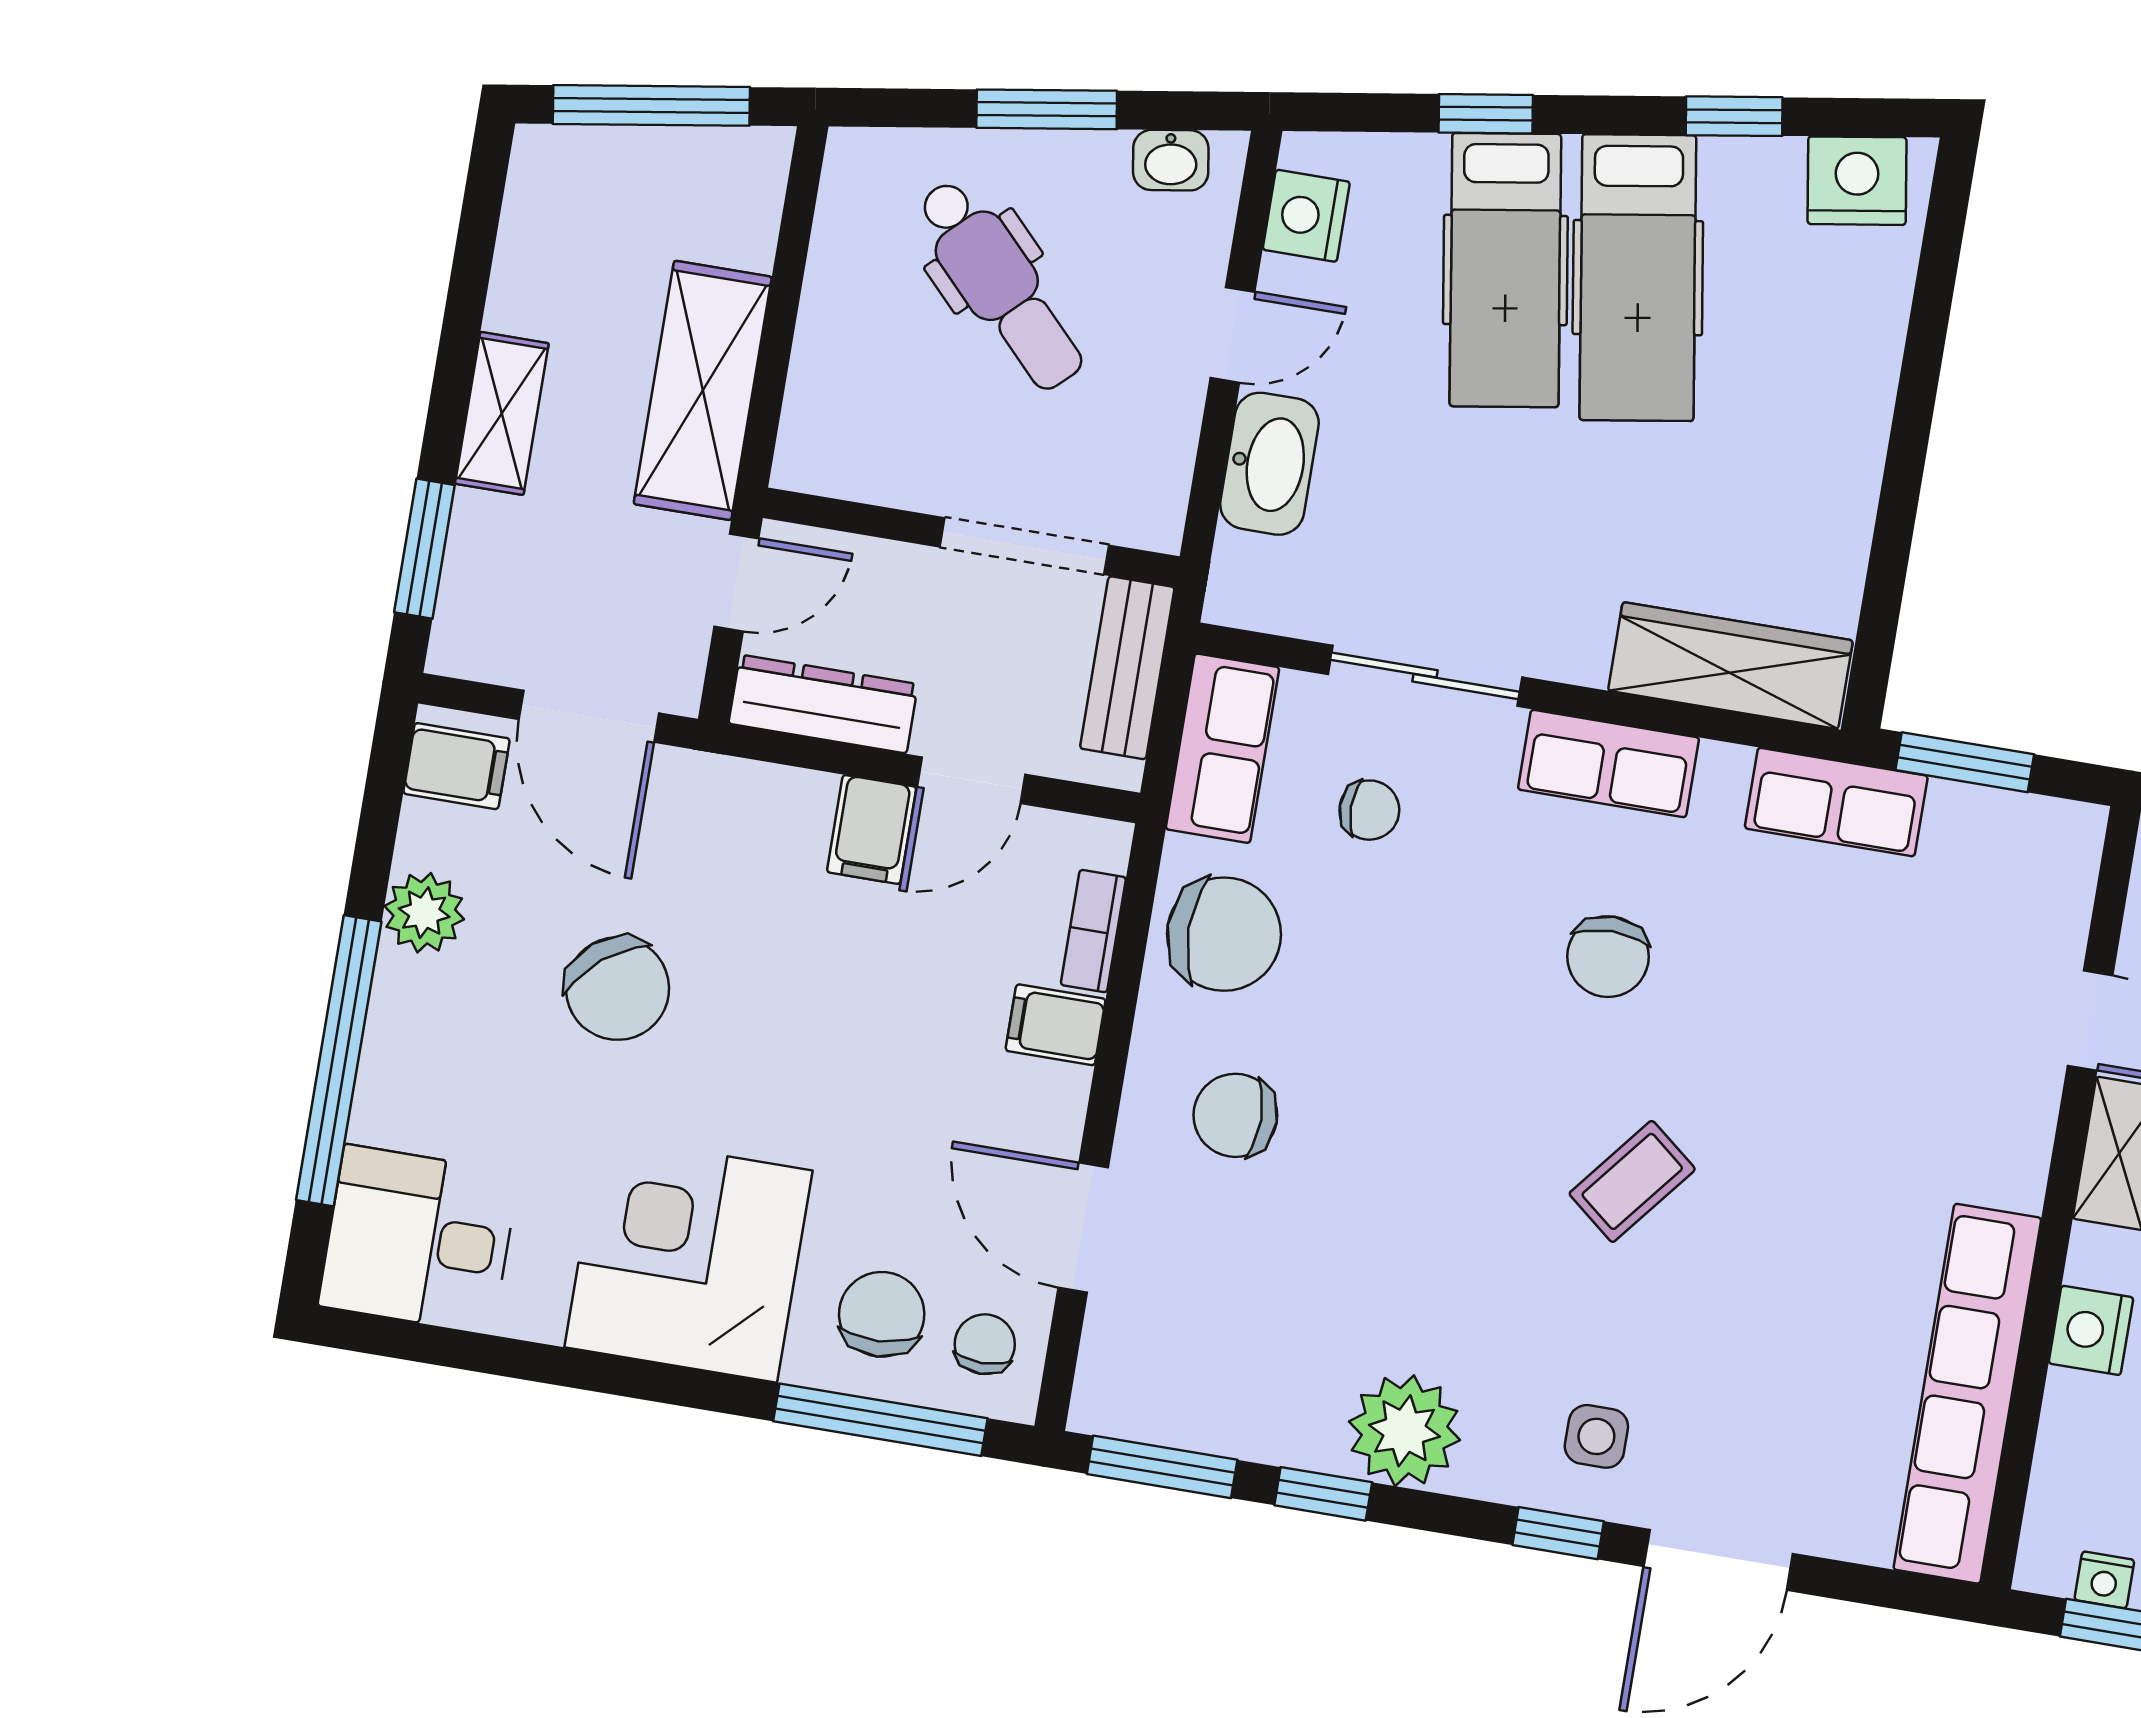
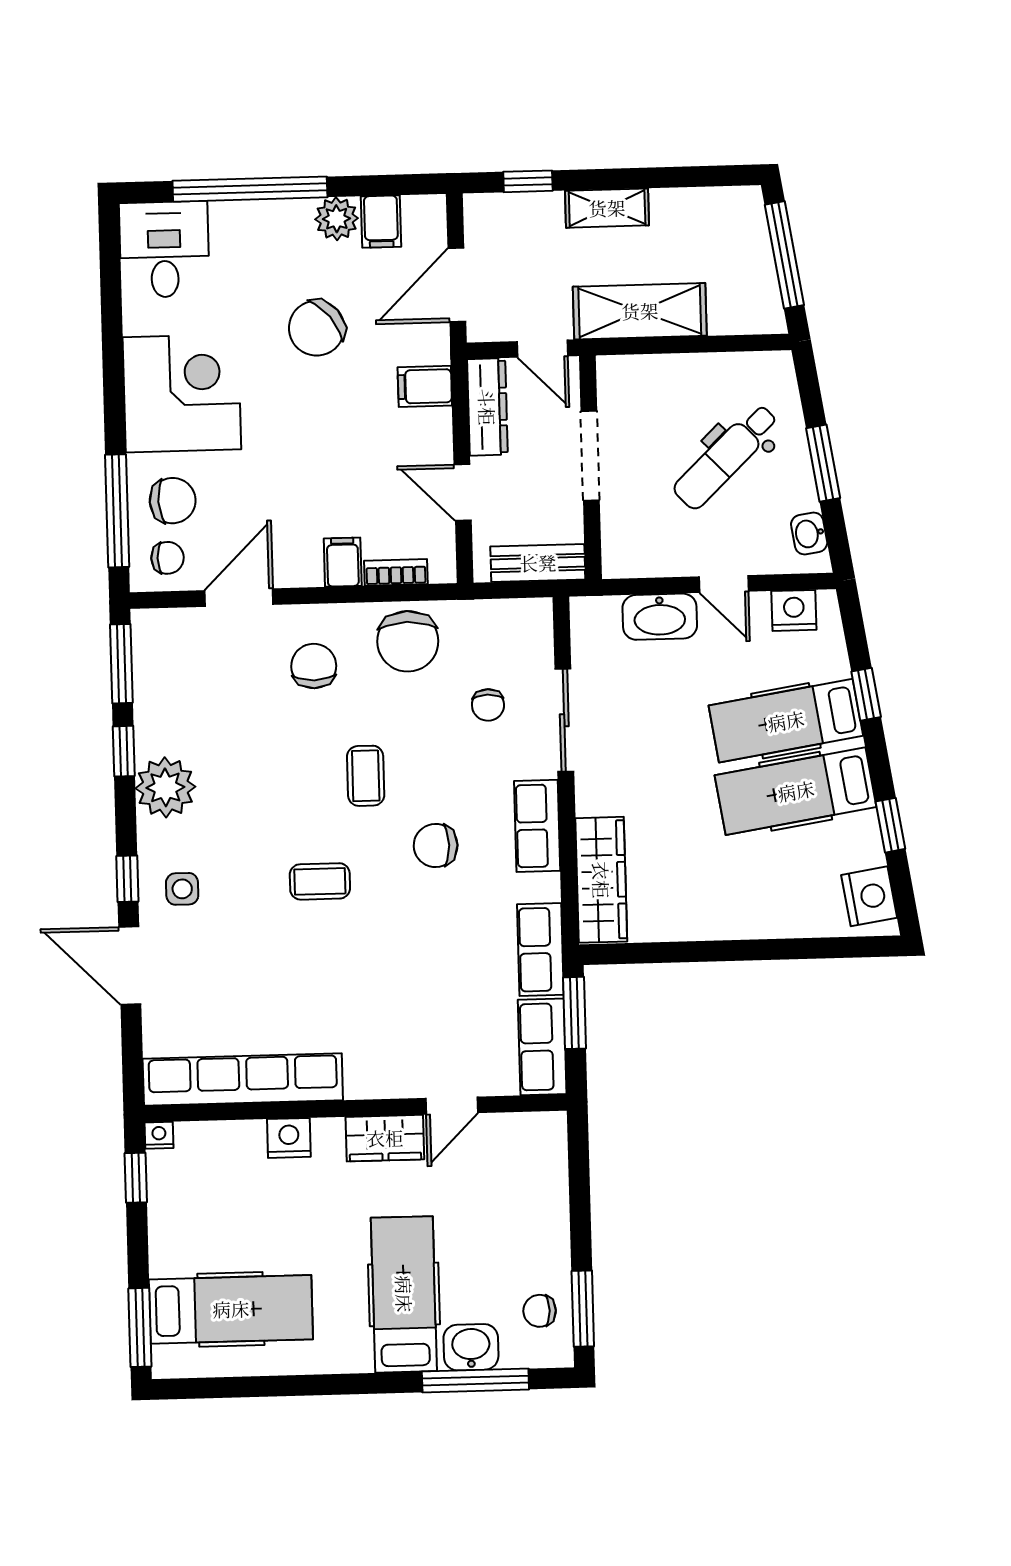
doorway: (1024, 546) -> (590, 456), moved
window: (424, 549) -> (528, 181), width x0.67
row of seats: (1222, 748) -> (542, 1047), moved, turned 90
filing cabinet: (456, 766) -> (381, 222), moved
filing cabinet: (872, 829) -> (425, 386), moved
coffee table: (1455, 1060) -> (366, 776), added
coffee table: (1632, 1181) -> (320, 881), turned -39
nightstand: (2104, 1580) -> (159, 1135), moved, turned 90

